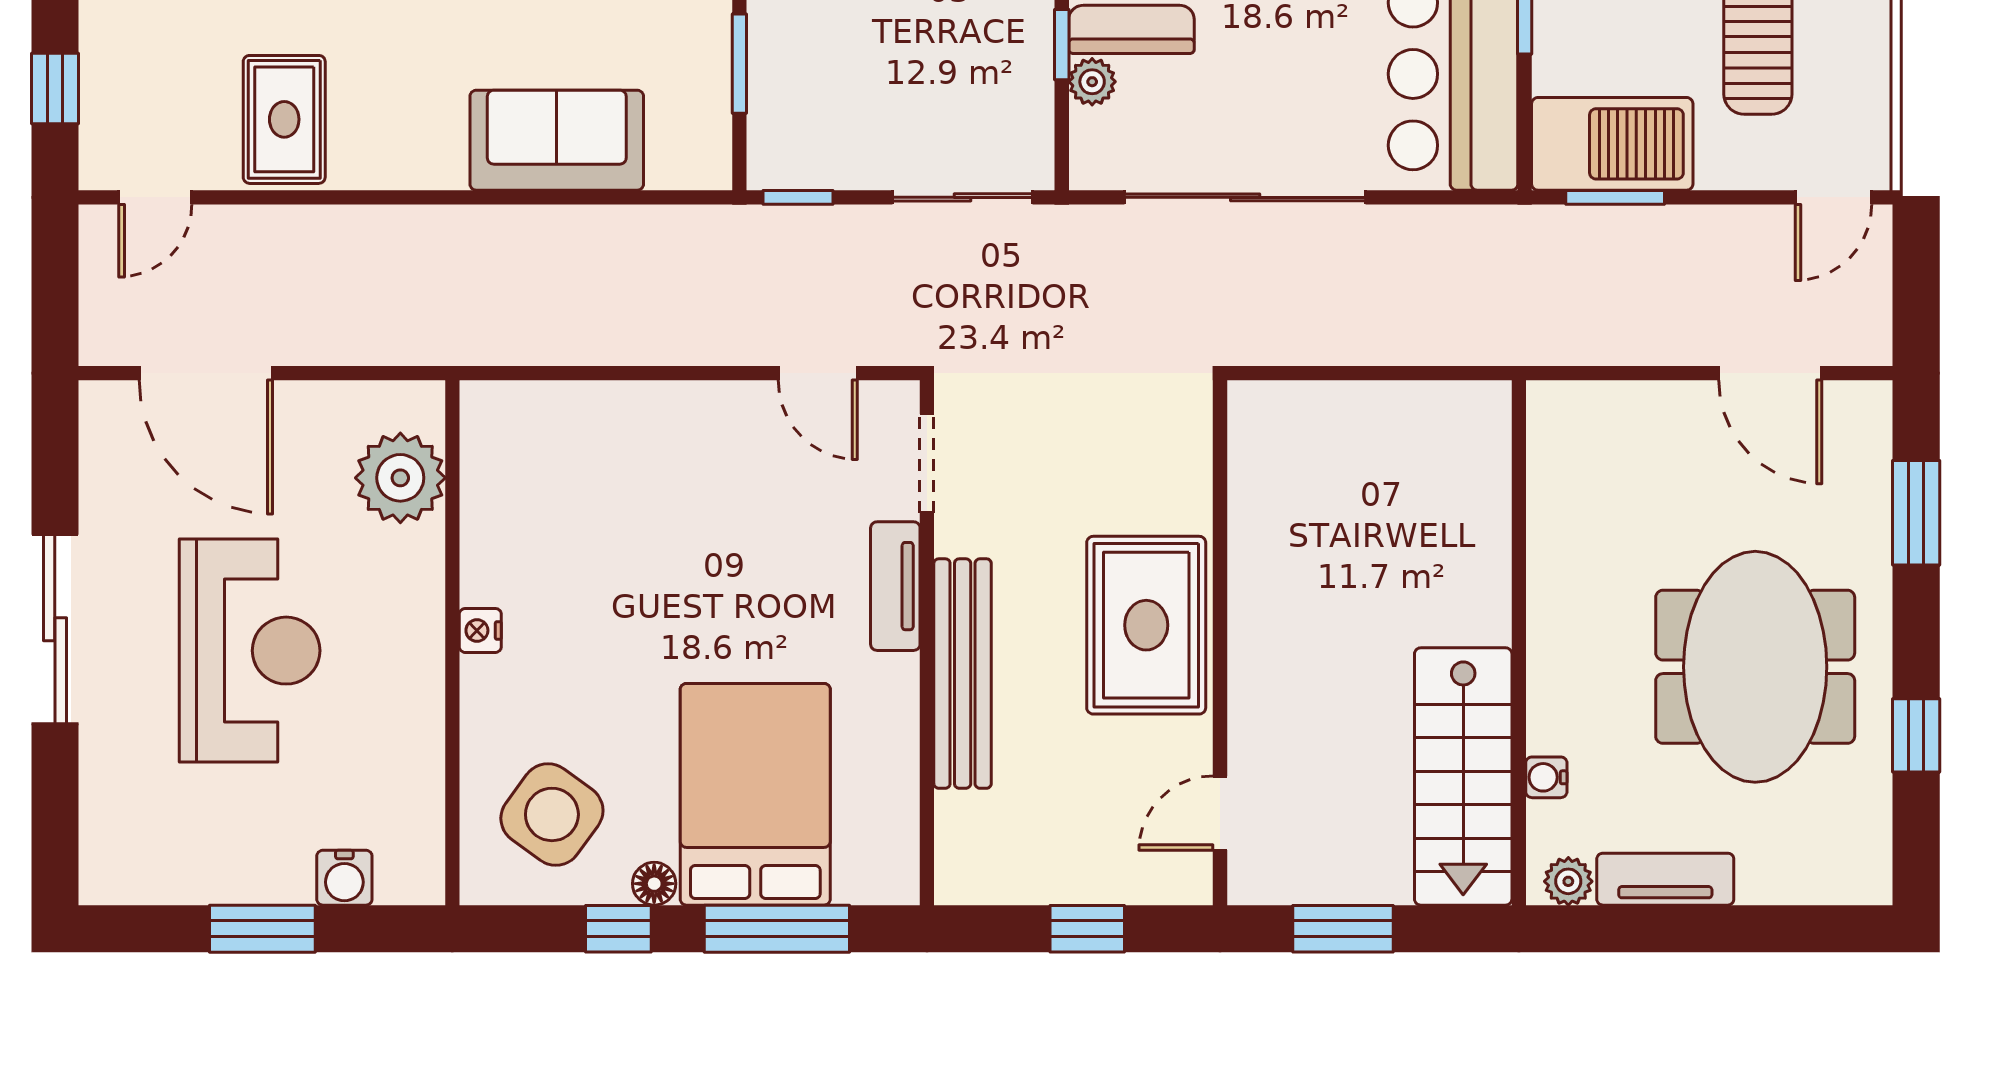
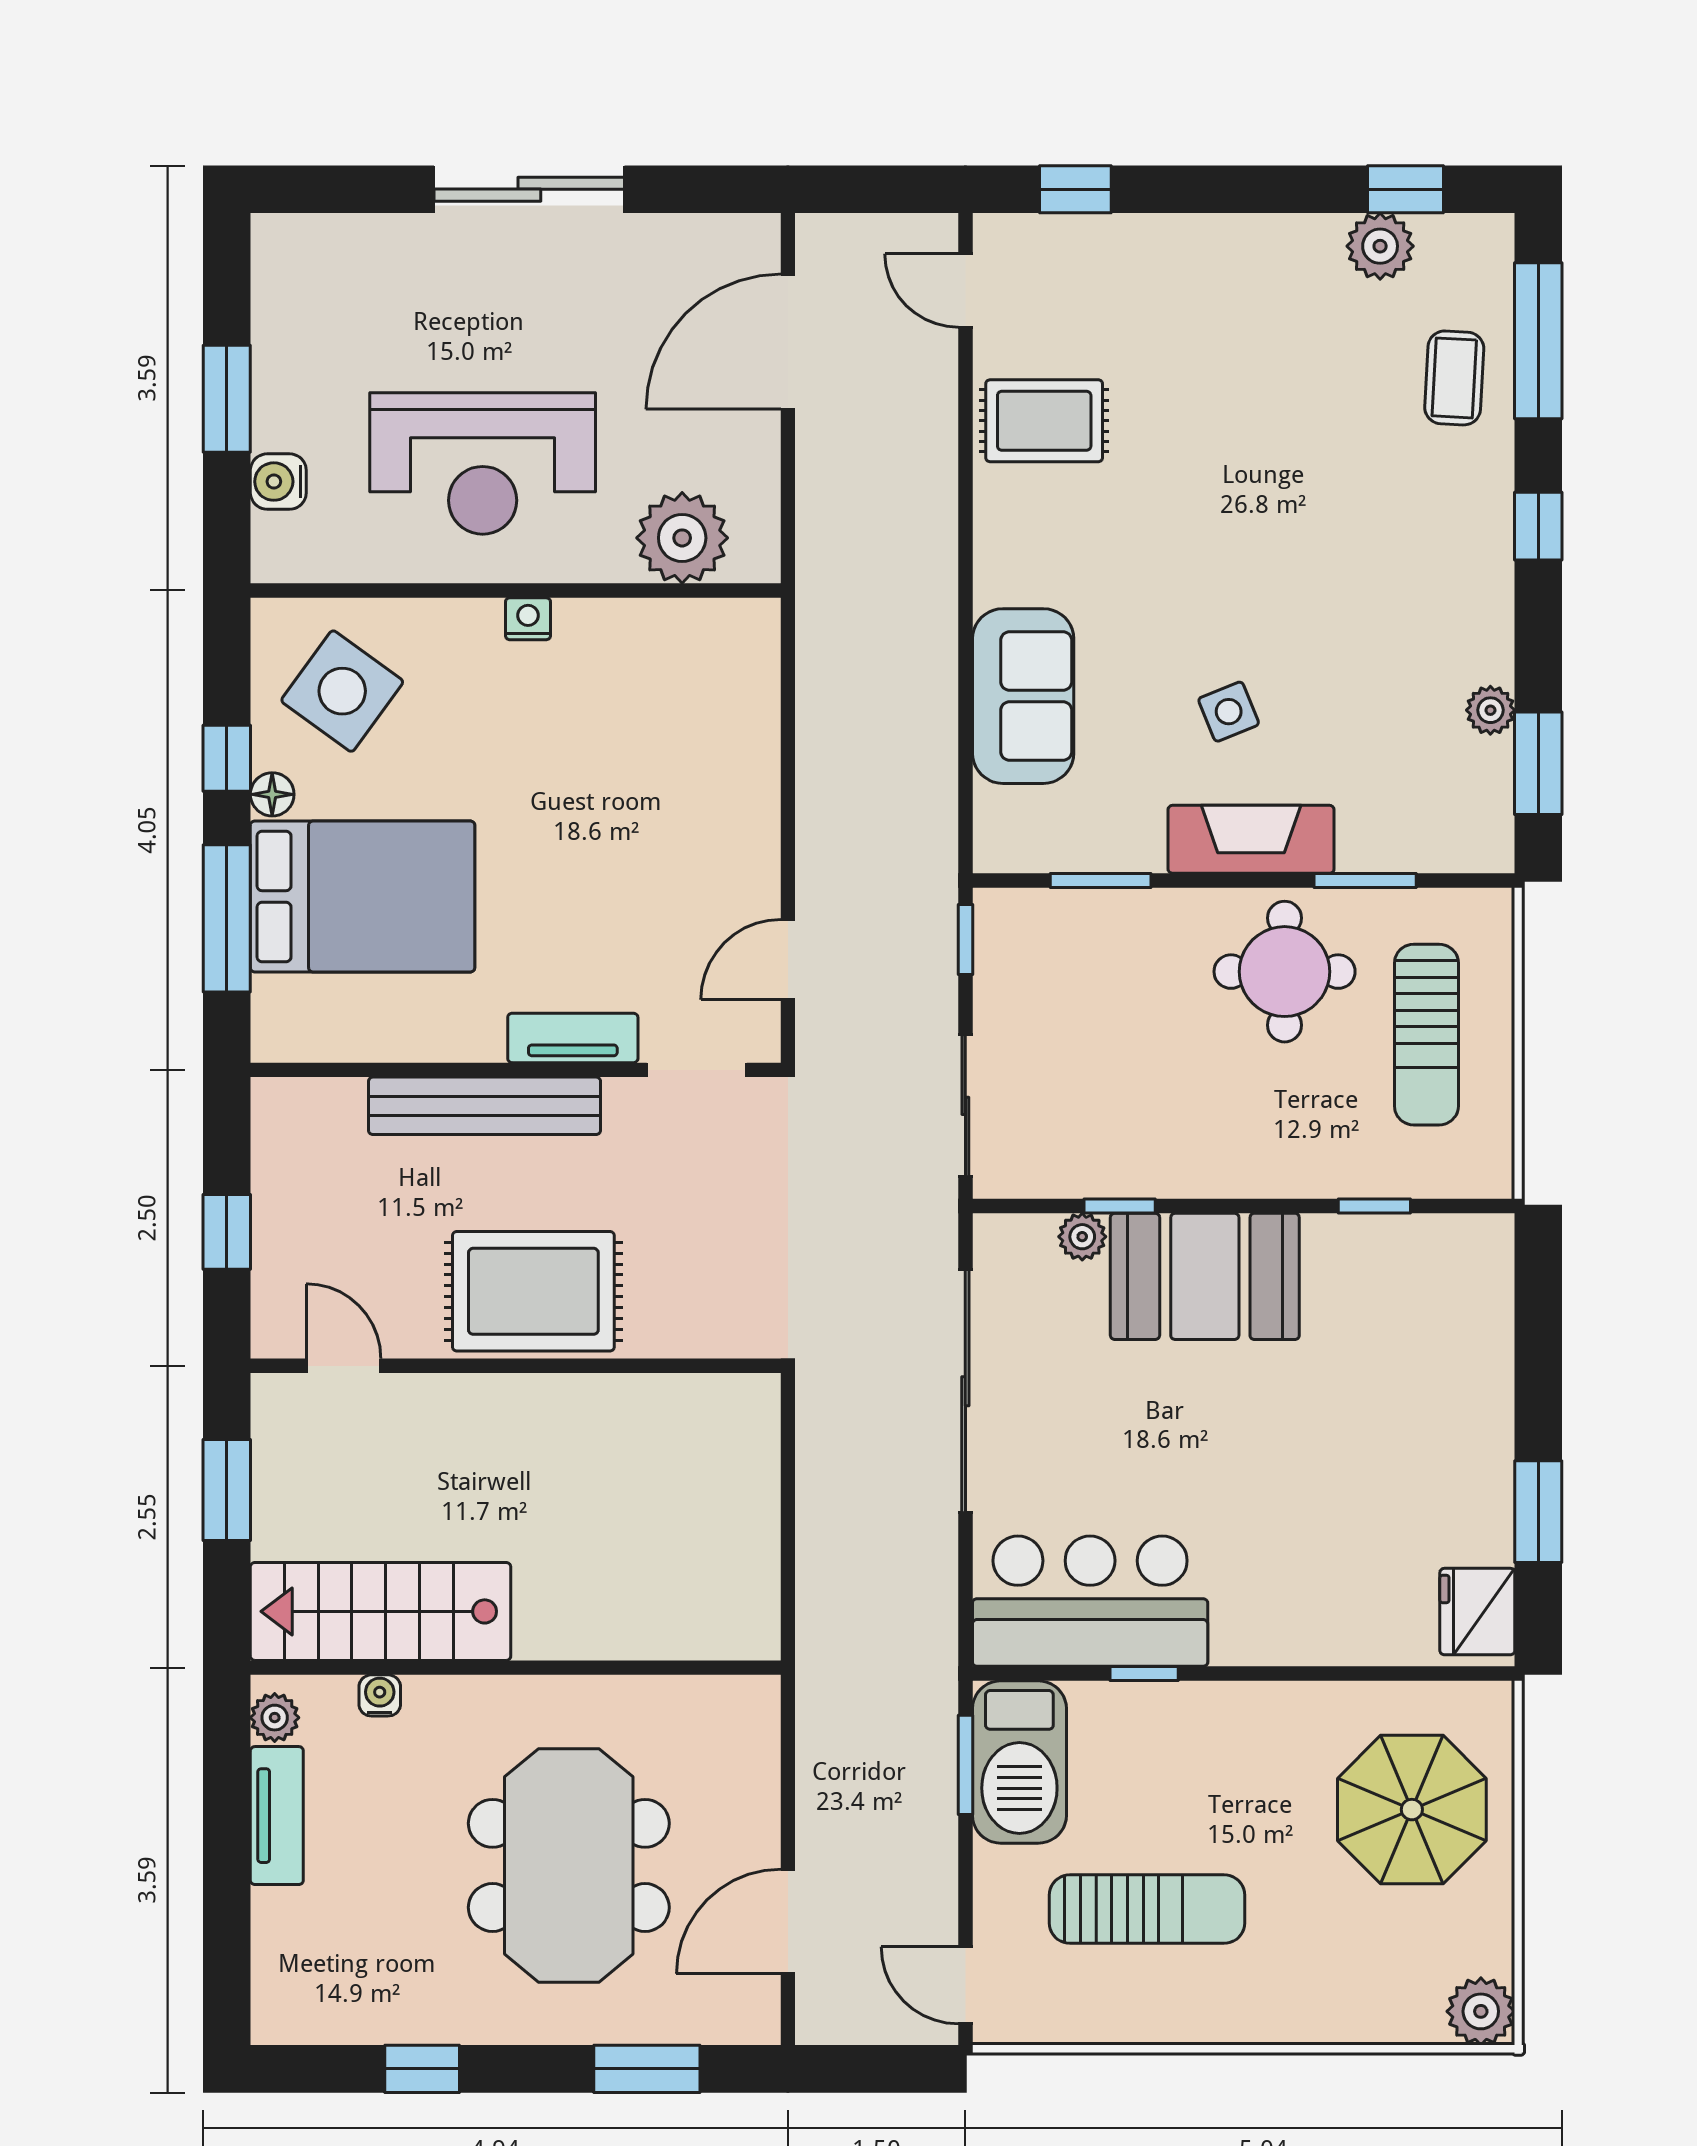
reception desk: (250, 651) -> (483, 463), moved
meeting table: (1755, 667) -> (569, 1865), moved, turned 90

